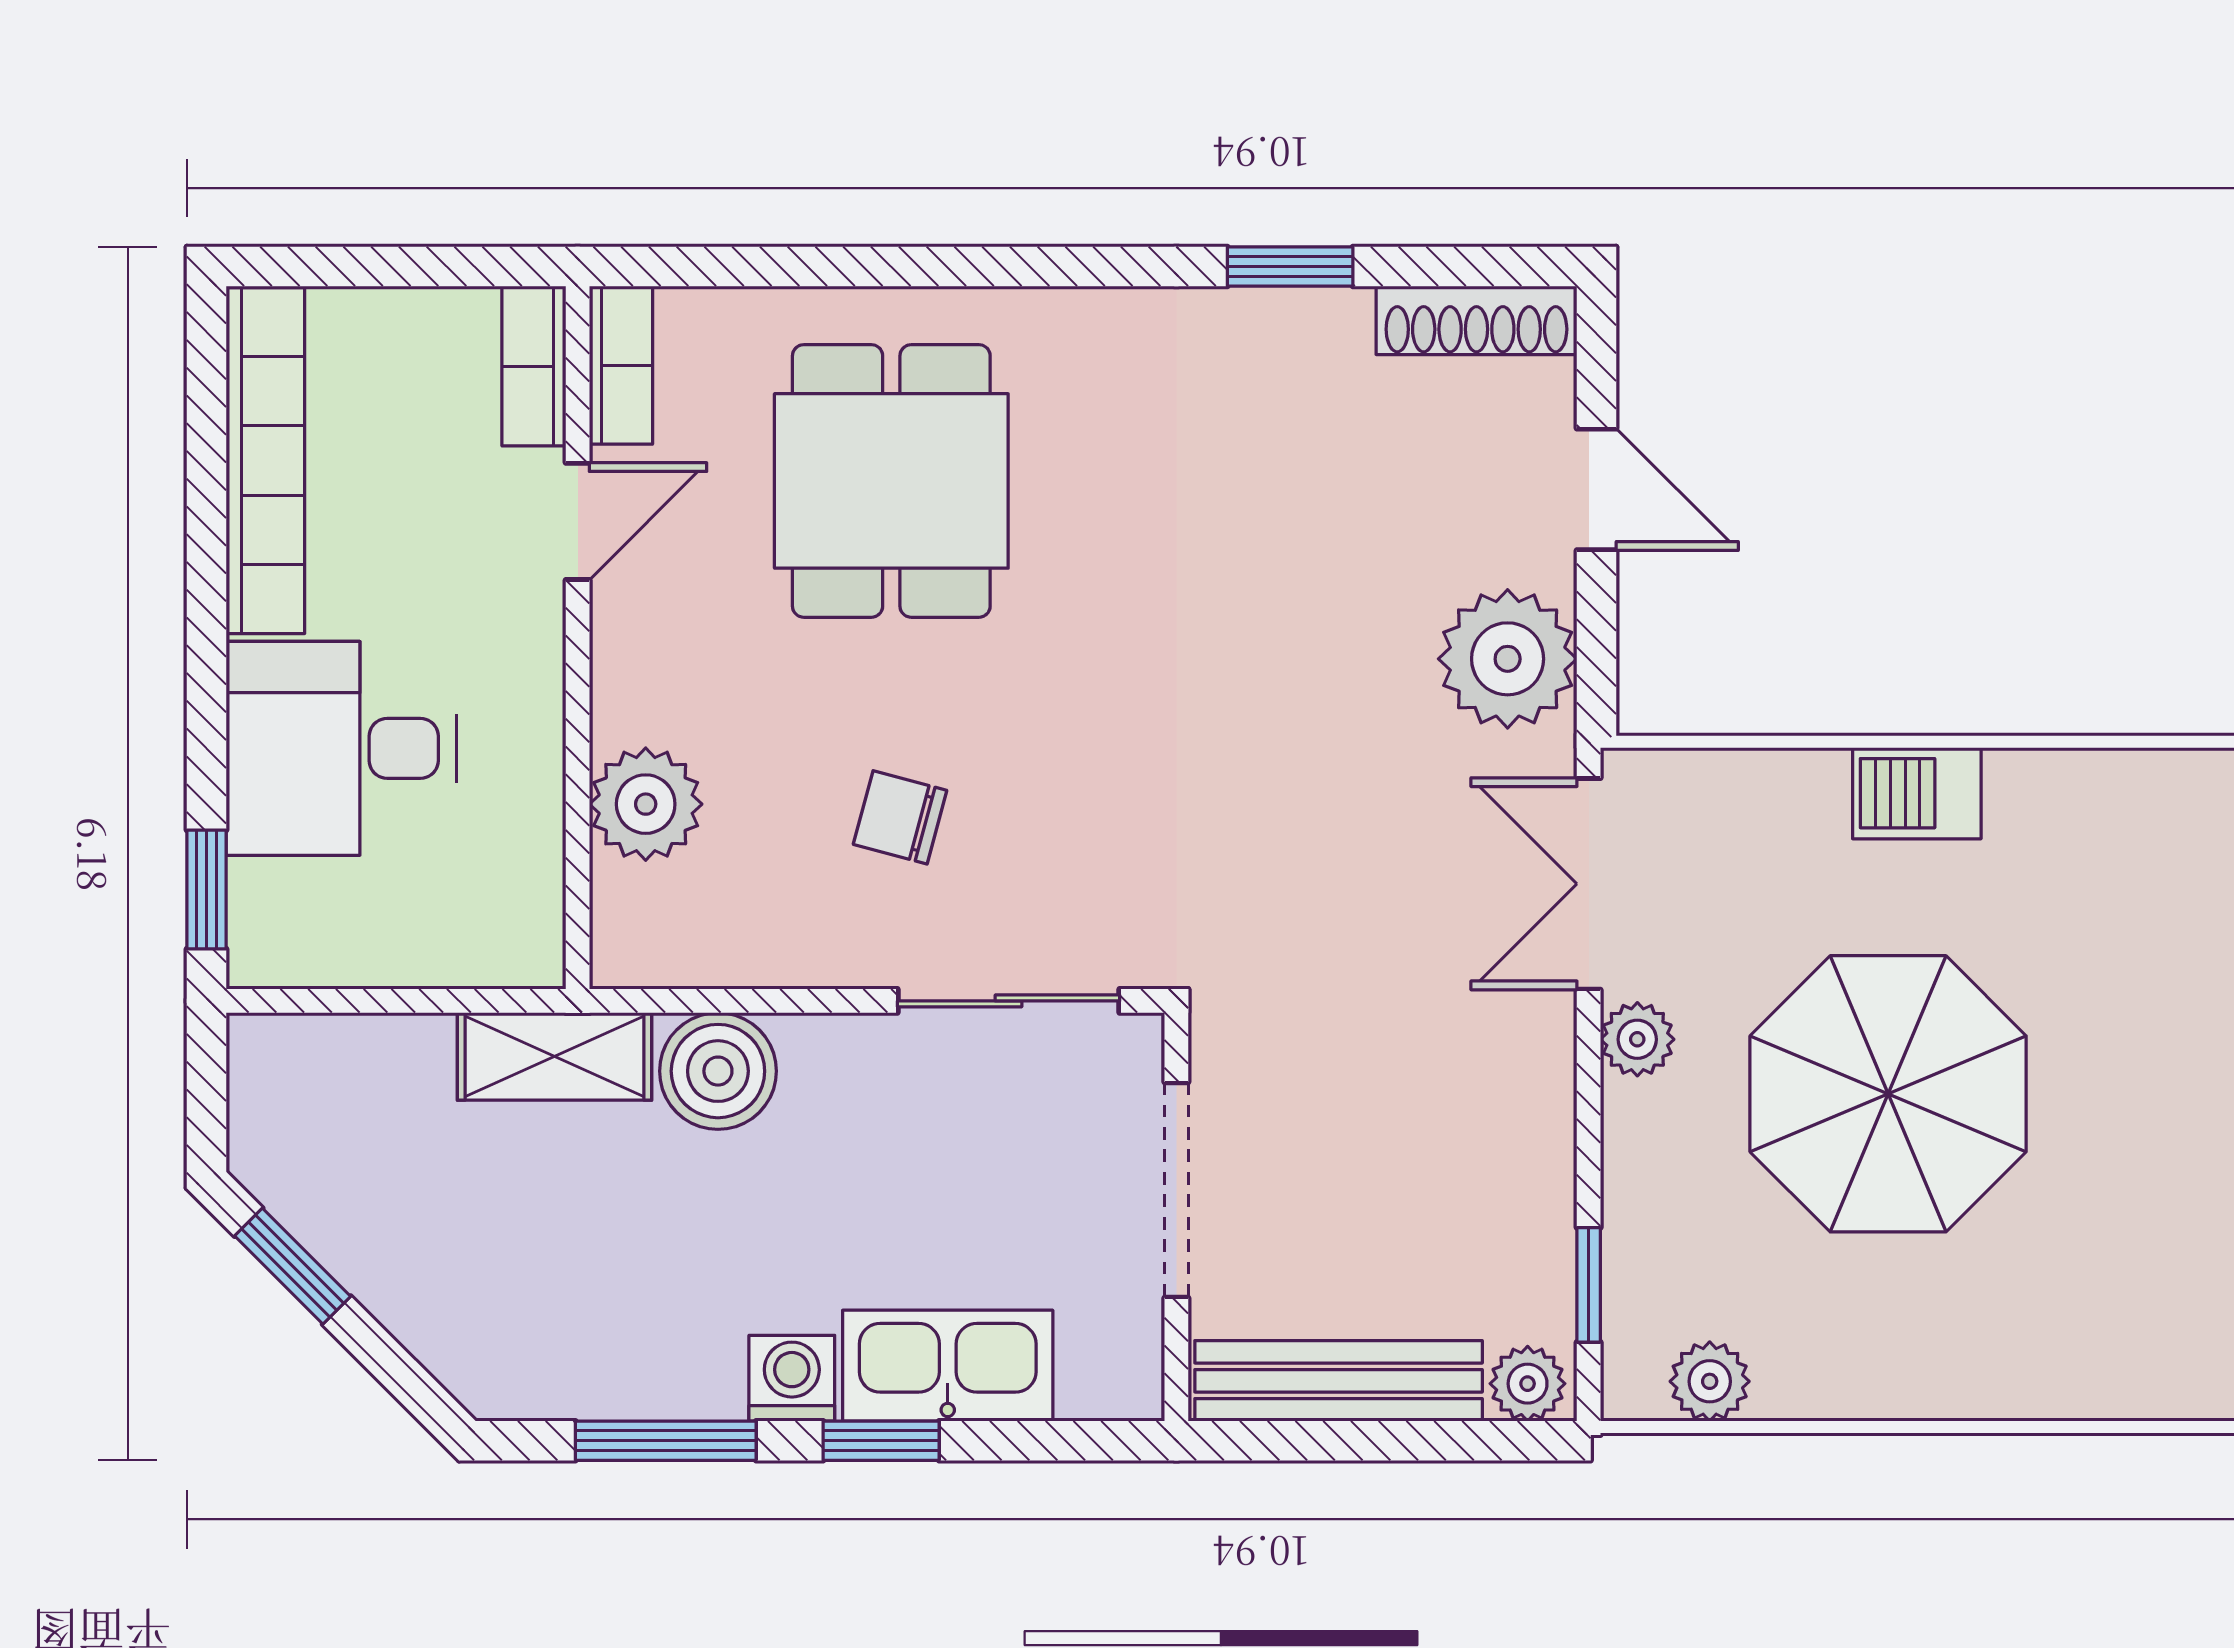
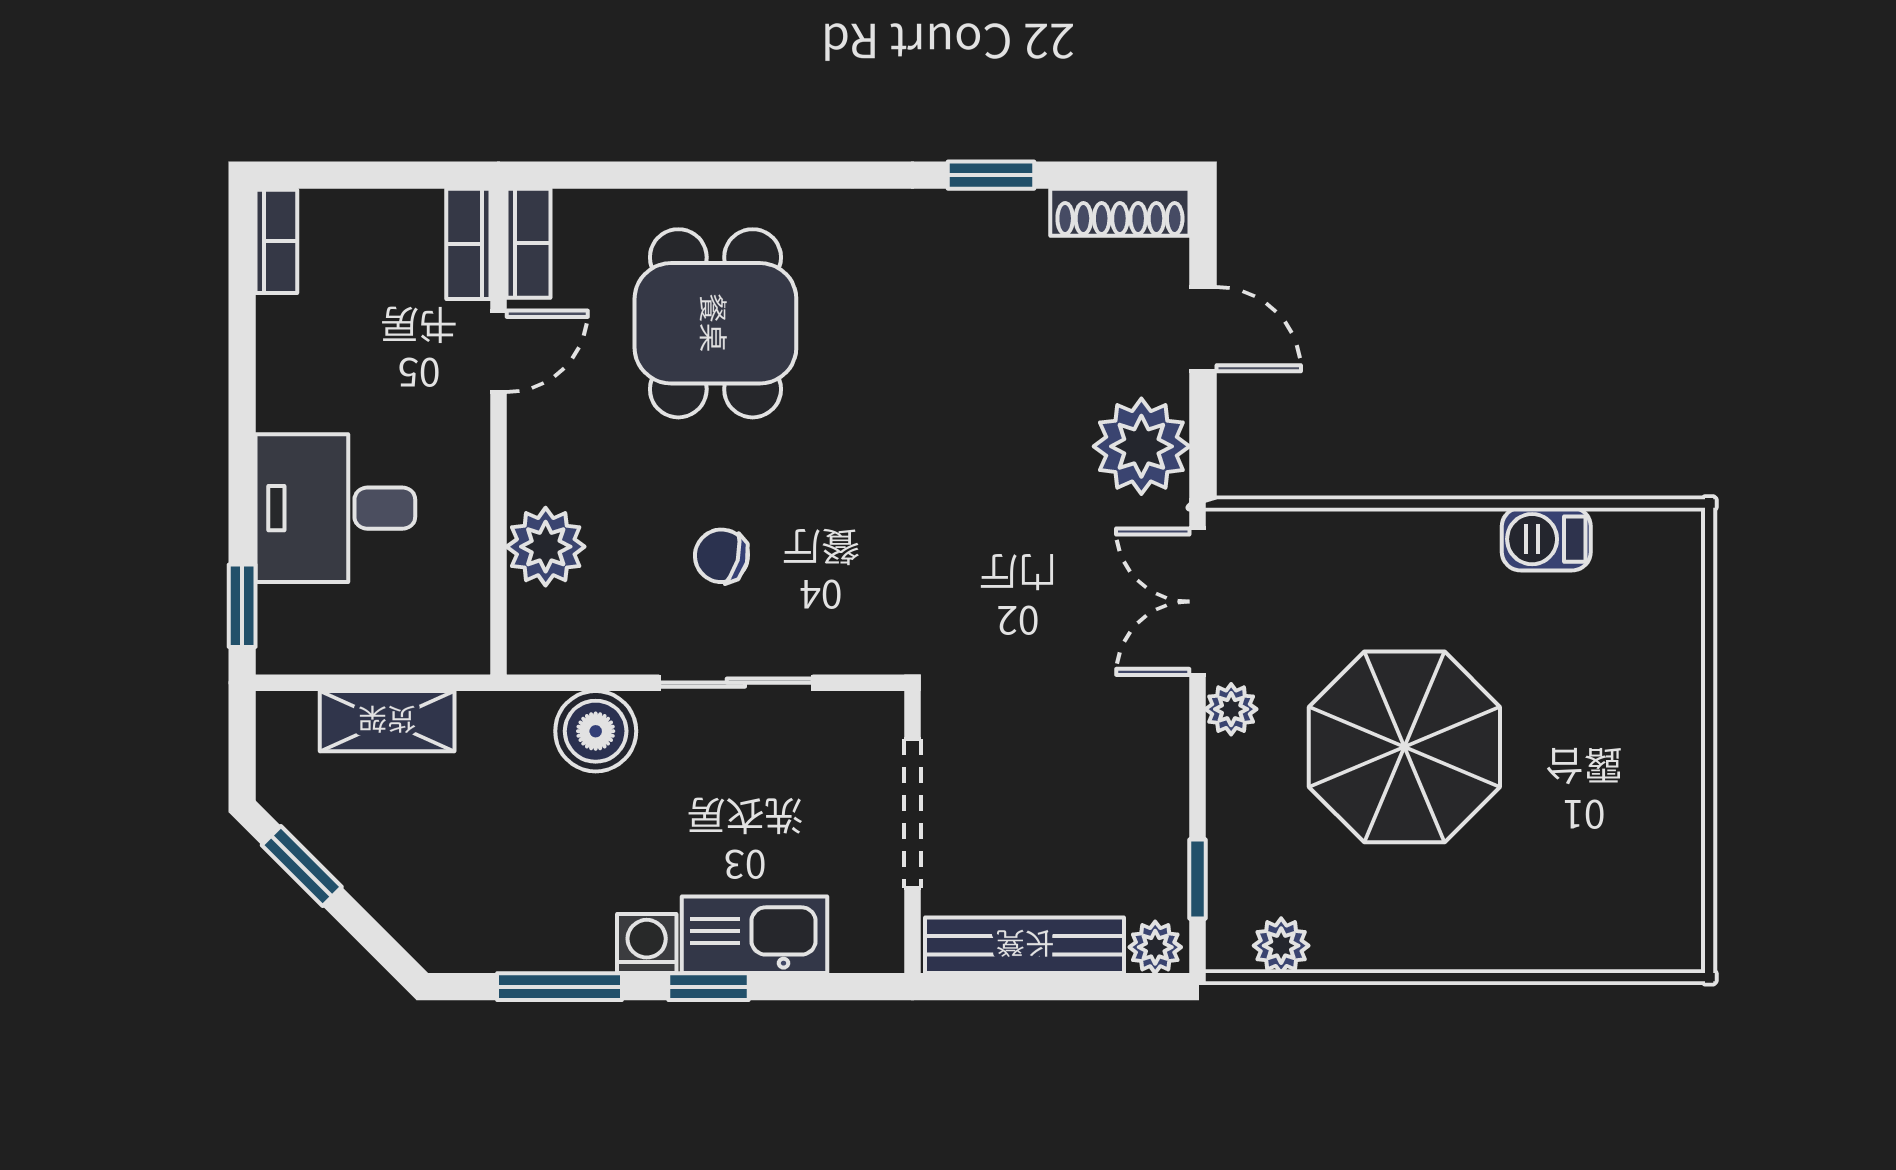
bookcase: (265, 461) -> (276, 241), width x0.43, depth x0.76
barbecue: (1917, 793) -> (1546, 539), moved
sliding door: (1009, 1001) -> (736, 683), moved
shelving: (554, 1056) -> (387, 721), moved

